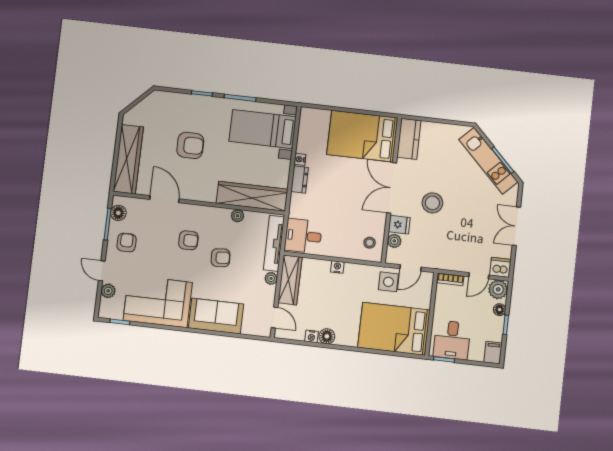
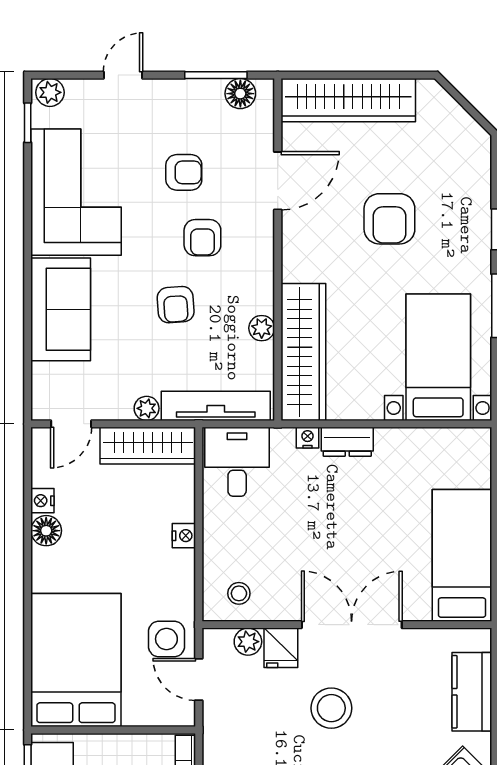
bed: (362, 136) -> (462, 555), width x0.67
kitchen counter: (409, 139) -> (472, 692), moved, turned 90
nightstand: (300, 159) -> (308, 438), moved
armchair: (127, 242) -> (184, 172), moved
plant: (108, 291) -> (50, 92), moved

